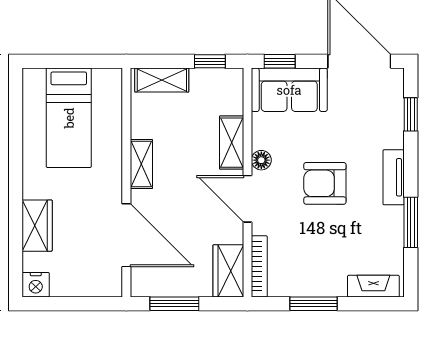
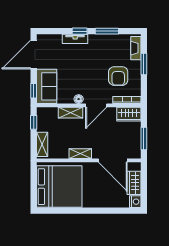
window: (411, 114) -> (80, 31), moved
bed: (69, 118) -> (59, 187), width x2.04
tv unit: (394, 177) -> (75, 39), moved
armchair: (325, 183) -> (118, 76), moved
wardrobe: (37, 226) -> (134, 183), moved, turned -90
door: (126, 235) -> (113, 160), swing flipped
window: (313, 304) -> (144, 64), moved

